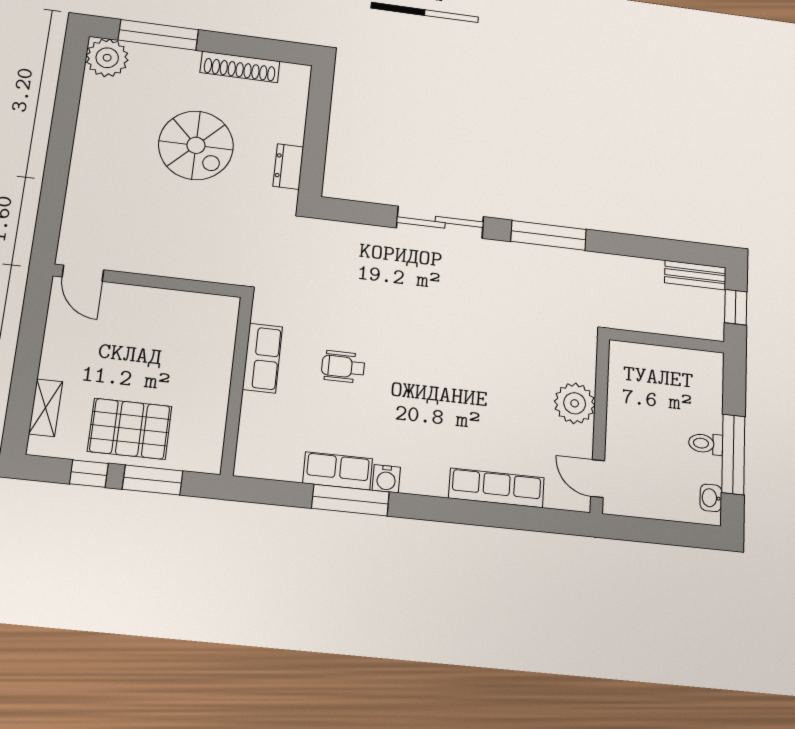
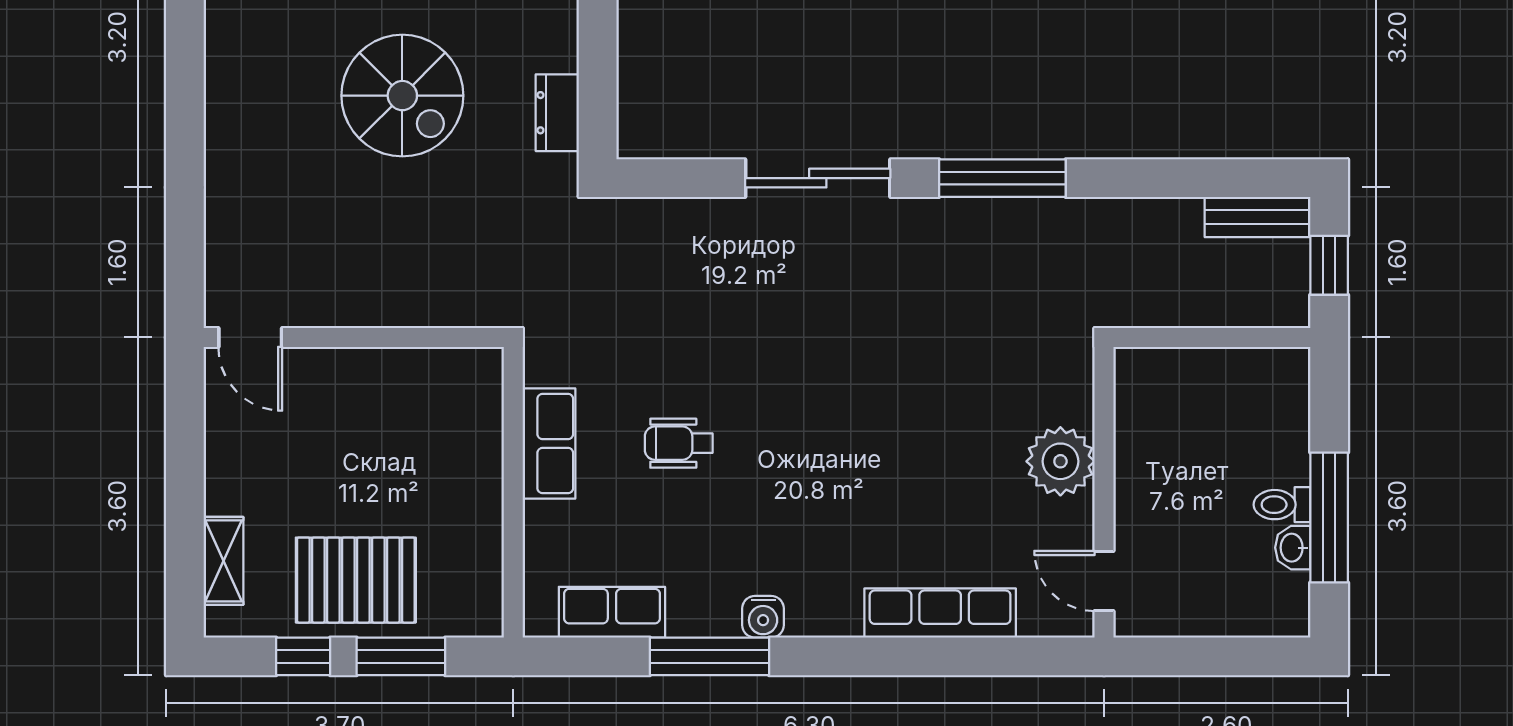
row of seats: (338, 471) -> (612, 612), moved
washbasin: (711, 498) -> (1293, 548), moved

